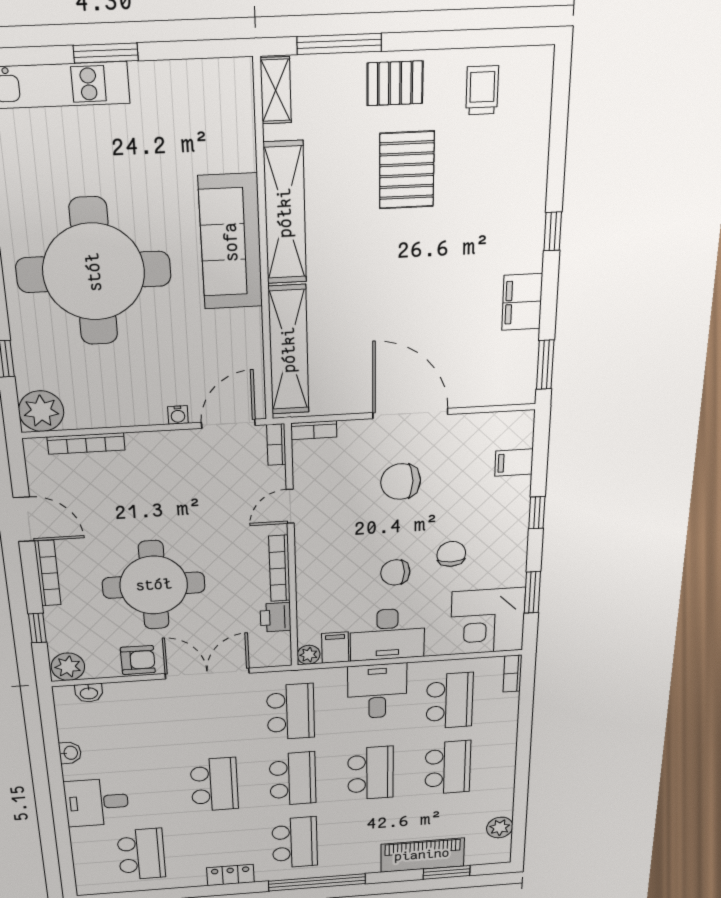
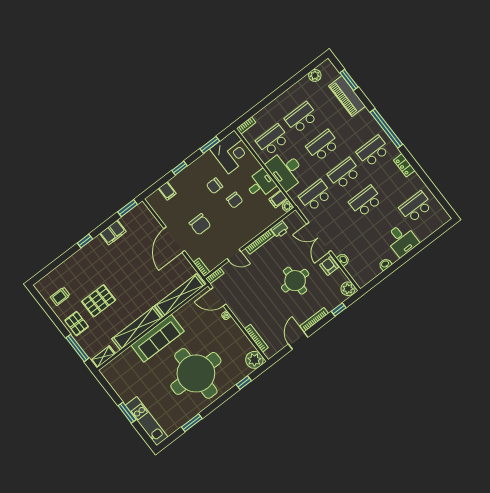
round table: (154, 585) -> (295, 281), width x0.73, depth x0.73
desk: (387, 634) -> (260, 184), width x0.73
desk: (377, 691) -> (286, 170), width x1.37
washbasin: (89, 693) -> (343, 260), moved

